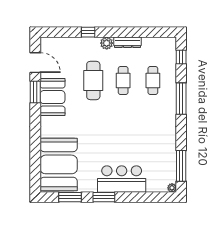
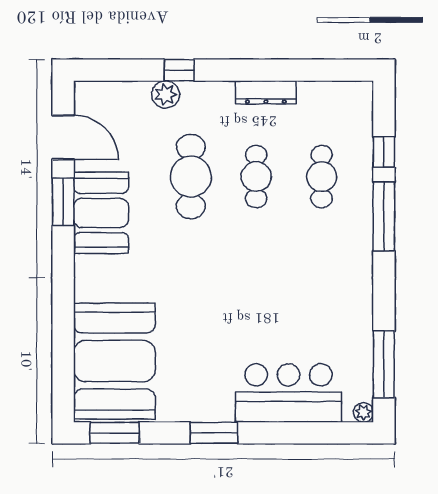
plant: (107, 43) -> (166, 94), moved
window: (181, 57) -> (384, 152), moved
bar counter: (122, 179) -> (288, 393), moved
window: (70, 197) -> (115, 433), moved

